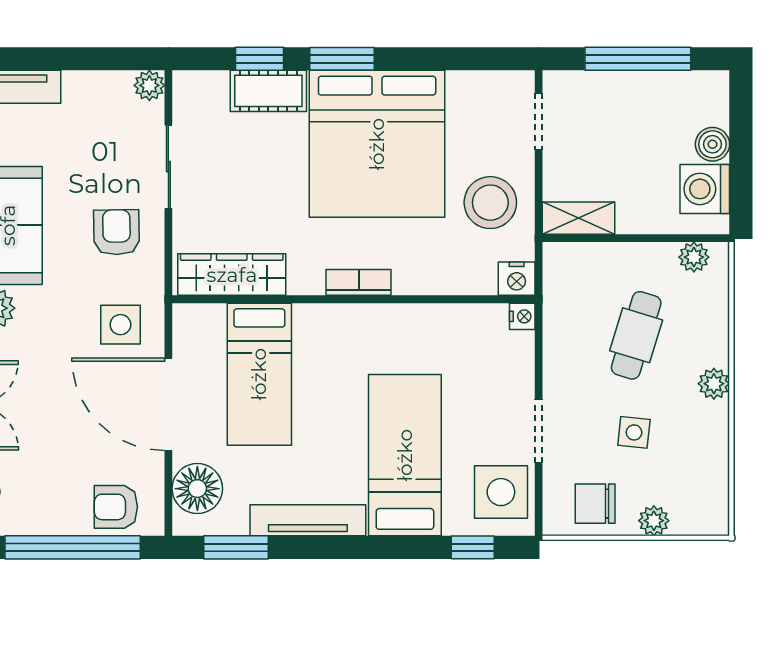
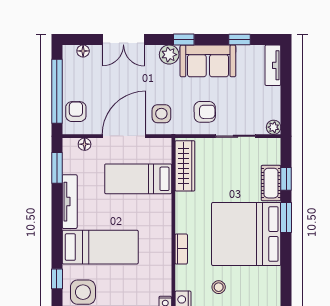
stool: (490, 203) -> (219, 287), width x0.53, depth x0.53
bookcase: (359, 282) -> (181, 249), moved
floor lamp: (197, 489) -> (85, 144), width x0.53, depth x0.53

